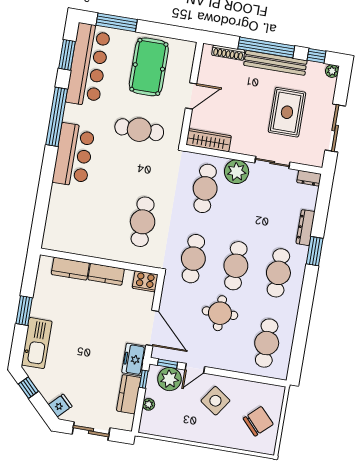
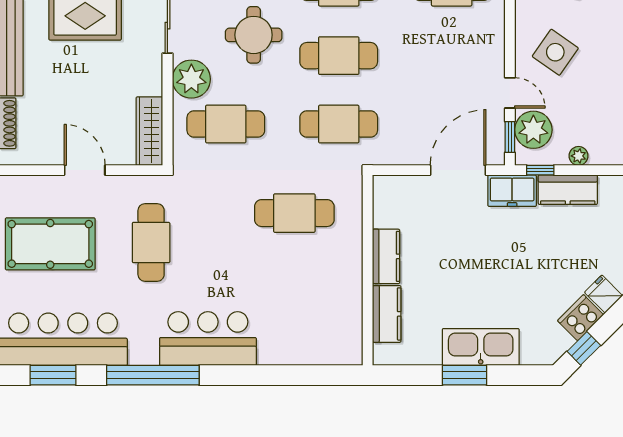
cooker: (145, 281) -> (581, 318), moved, turned -135
round table: (220, 313) -> (254, 35), moved
kitchen sink: (37, 343) -> (481, 347), moved

